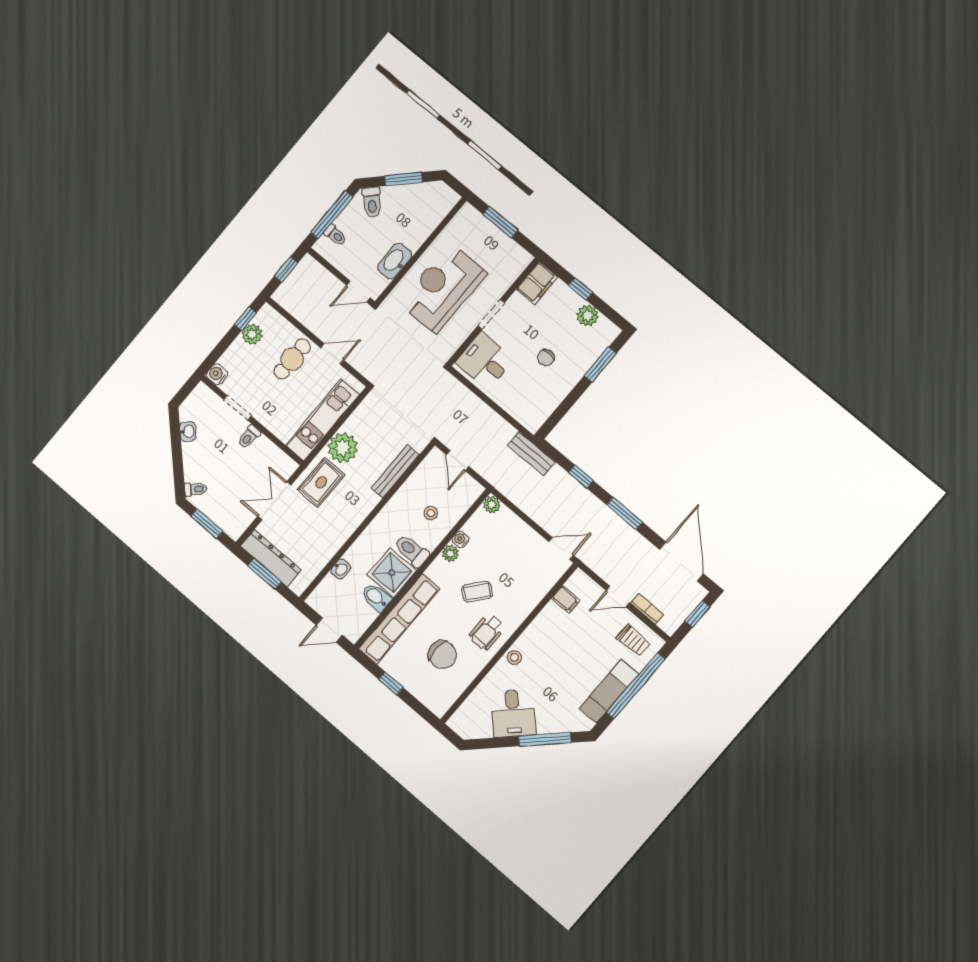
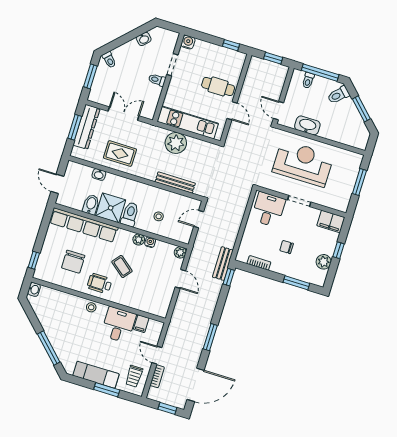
plant: (252, 334) -> (223, 54), removed
bookcase: (551, 404) -> (259, 263), added
window: (581, 477) -> (229, 277), moved
rug: (321, 482) -> (120, 154), moved
door: (561, 548) -> (180, 279), moved
window: (391, 684) -> (34, 260), moved
window: (636, 686) -> (107, 390), width x0.47
desk: (513, 713) -> (119, 325), moved, turned 135
washbasin: (457, 724) -> (34, 289), added

